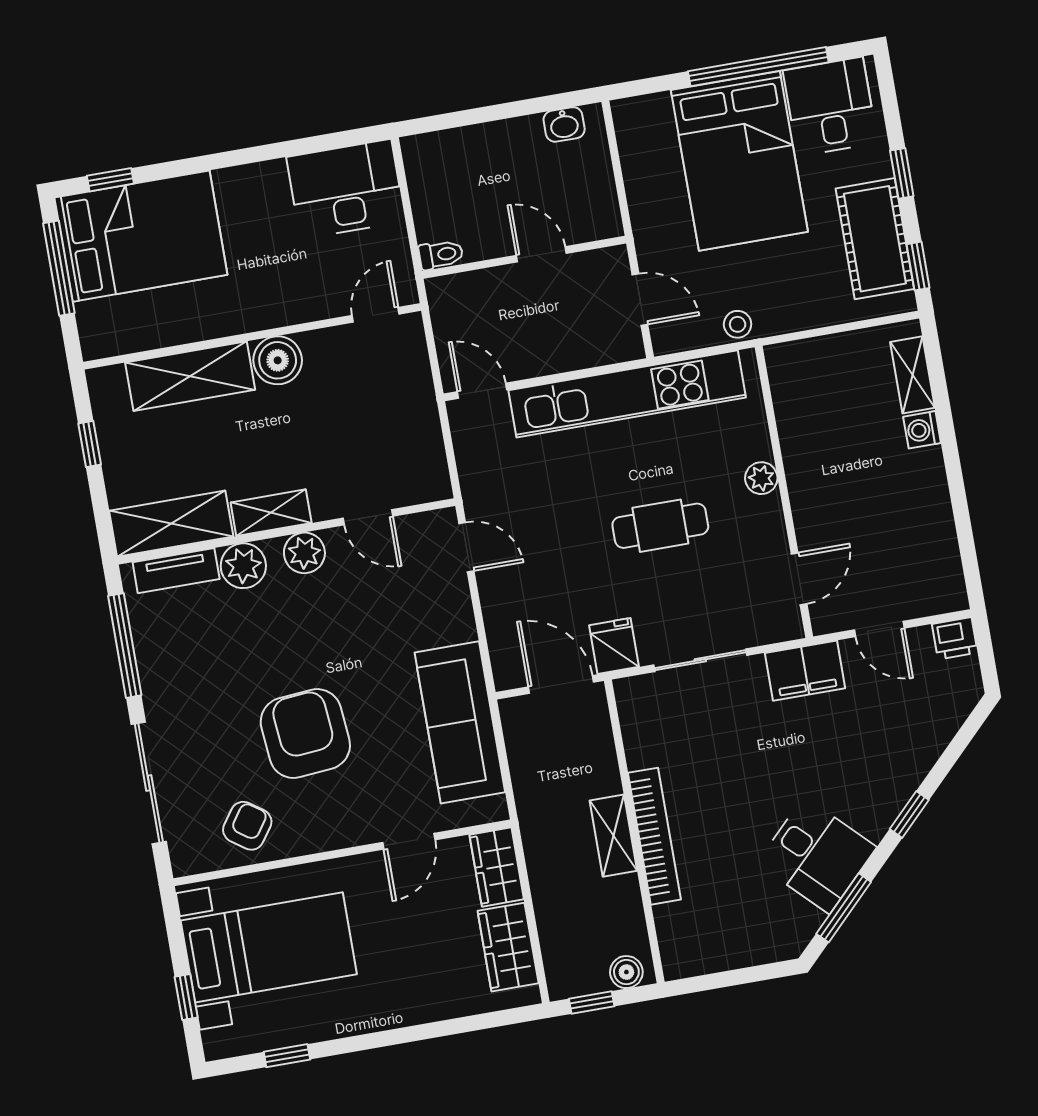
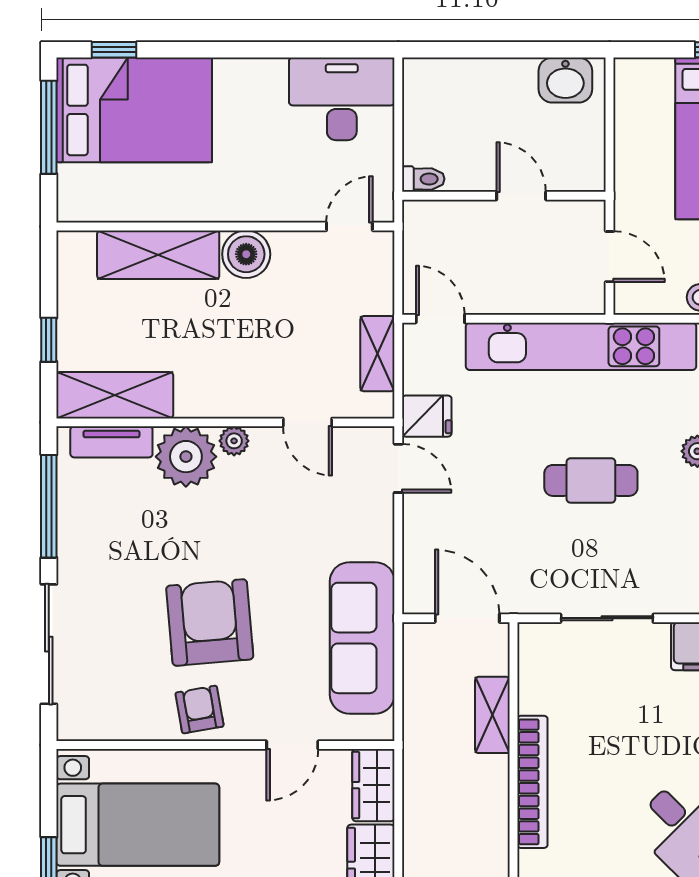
washbasin: (564, 124) -> (565, 80), width x1.38, depth x1.45
window: (90, 444) -> (49, 340), moved
shelving: (271, 513) -> (377, 354), moved, turned 90
plant: (304, 553) -> (234, 441), width x0.73, depth x0.73
plant: (243, 566) -> (186, 457), width x1.36, depth x1.36
fridge: (614, 646) -> (427, 416), moved, turned 90
armchair: (247, 826) -> (200, 710), moved, turned -45
shelving: (613, 836) -> (492, 715), moved

